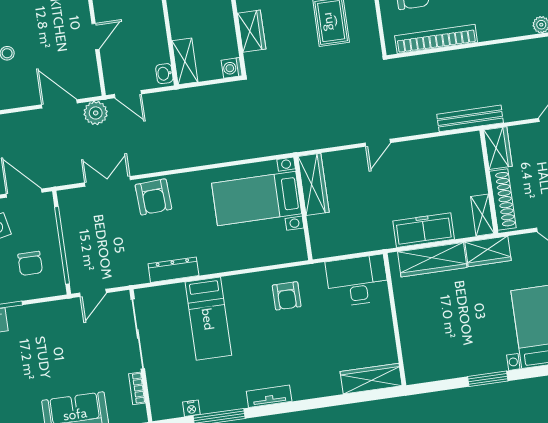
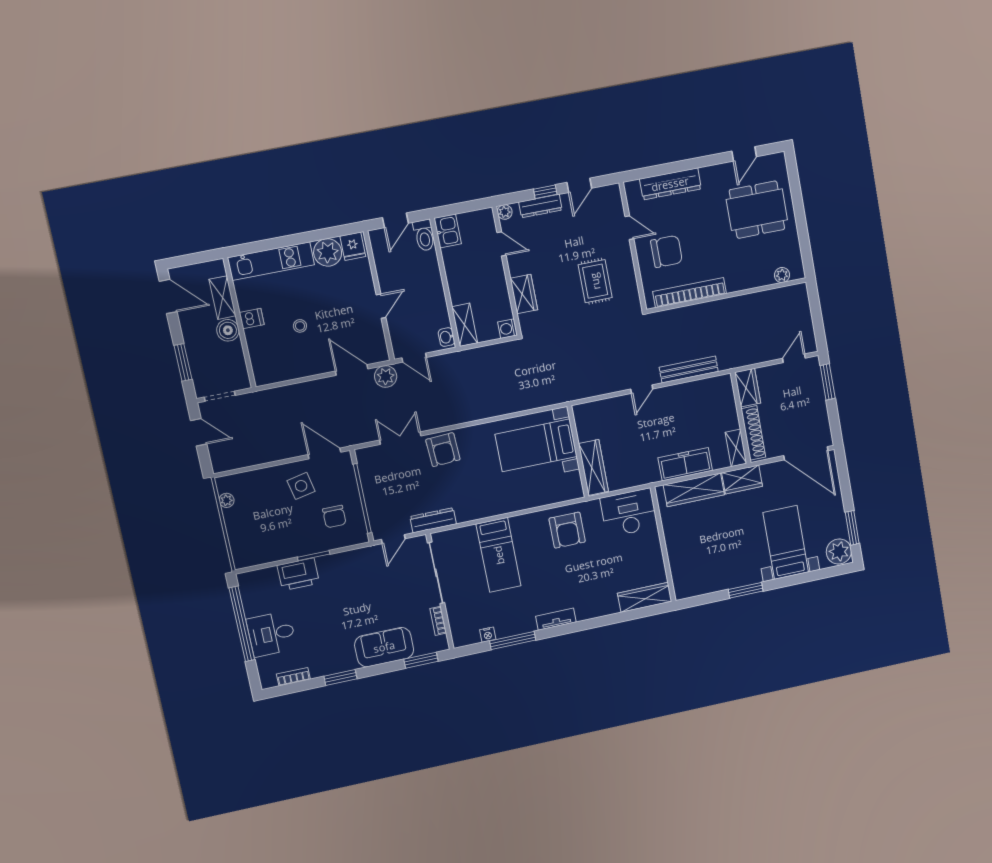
bench: (470, 118) -> (689, 369), moved
wardrobe: (313, 184) -> (593, 467), moved
dresser: (173, 270) -> (433, 520), moved
armchair: (287, 296) -> (567, 530), width x1.38, depth x1.38

